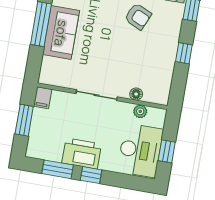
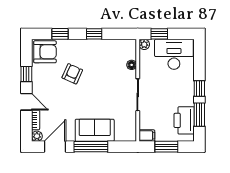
plant: (140, 111) -> (144, 44), moved
window: (167, 151) -> (159, 34), moved
printer: (82, 154) -> (184, 120), moved

